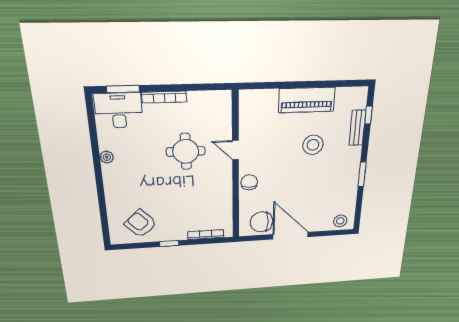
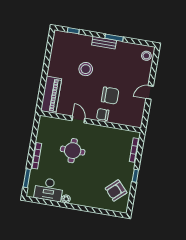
piano: (307, 100) -> (51, 95), moved
desk: (119, 110) -> (49, 189), moved, turned -90
bench: (357, 128) -> (104, 43), moved
door: (235, 150) -> (78, 120), swing flipped
chair: (261, 222) -> (110, 96), moved, turned -90
door: (290, 236) -> (150, 92), width x0.53

